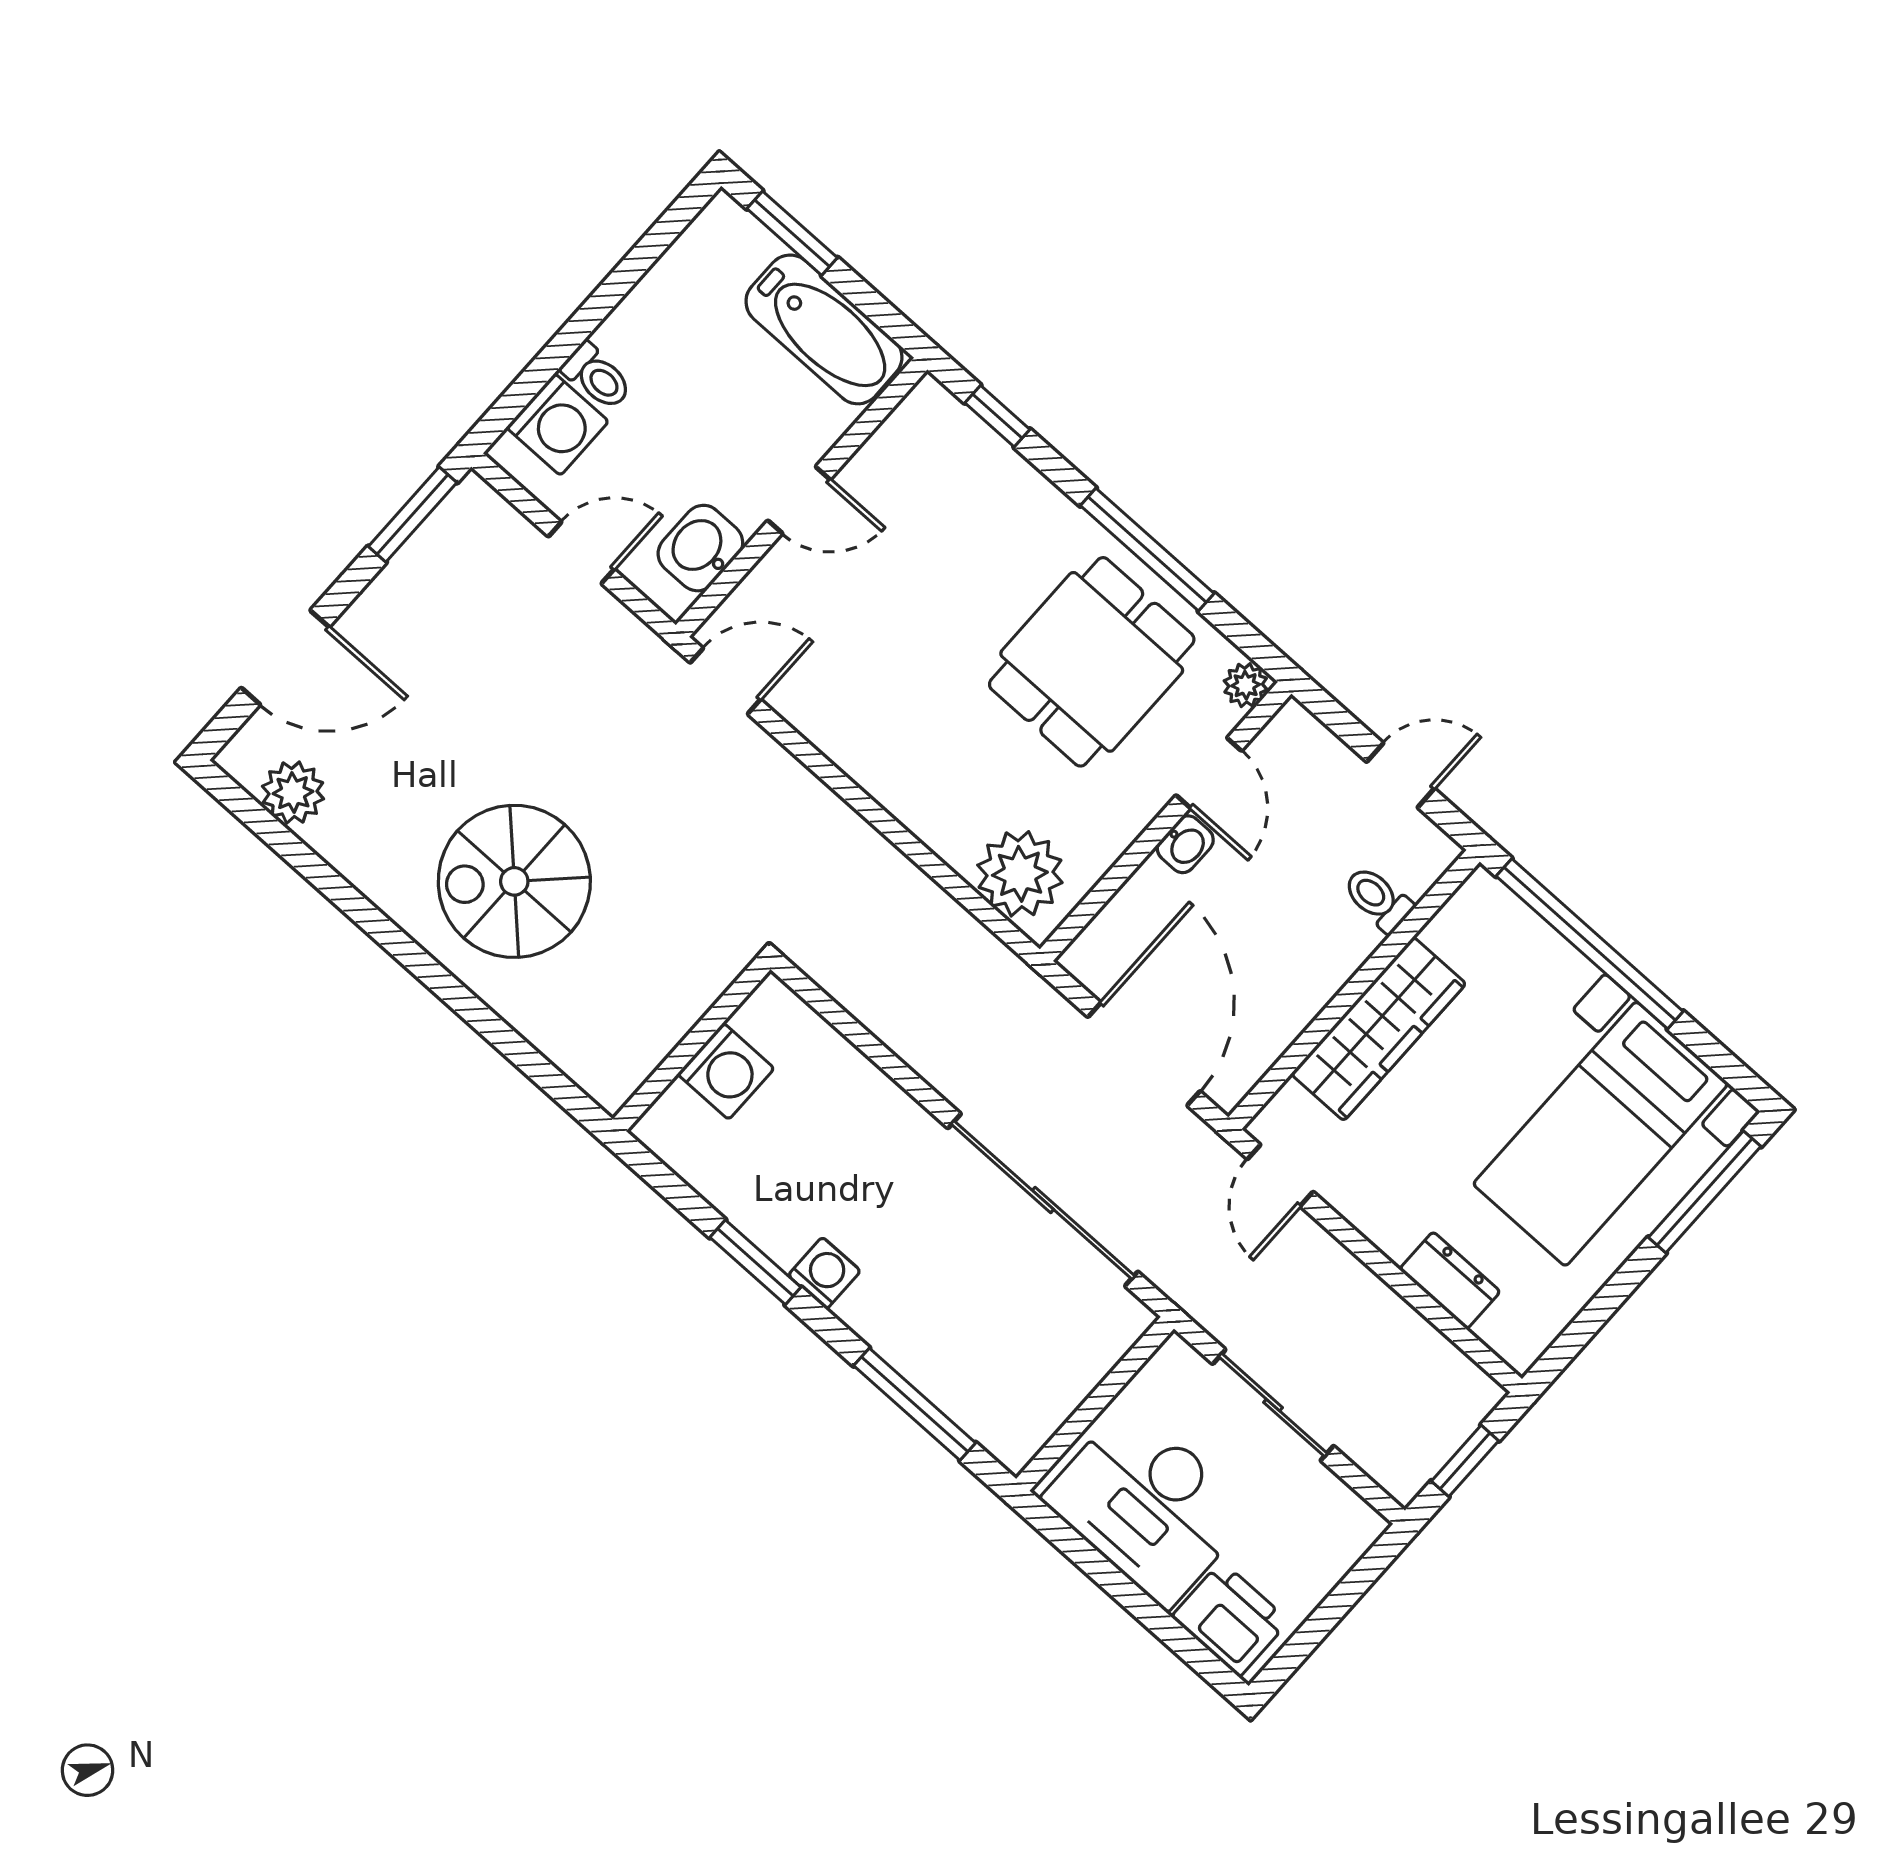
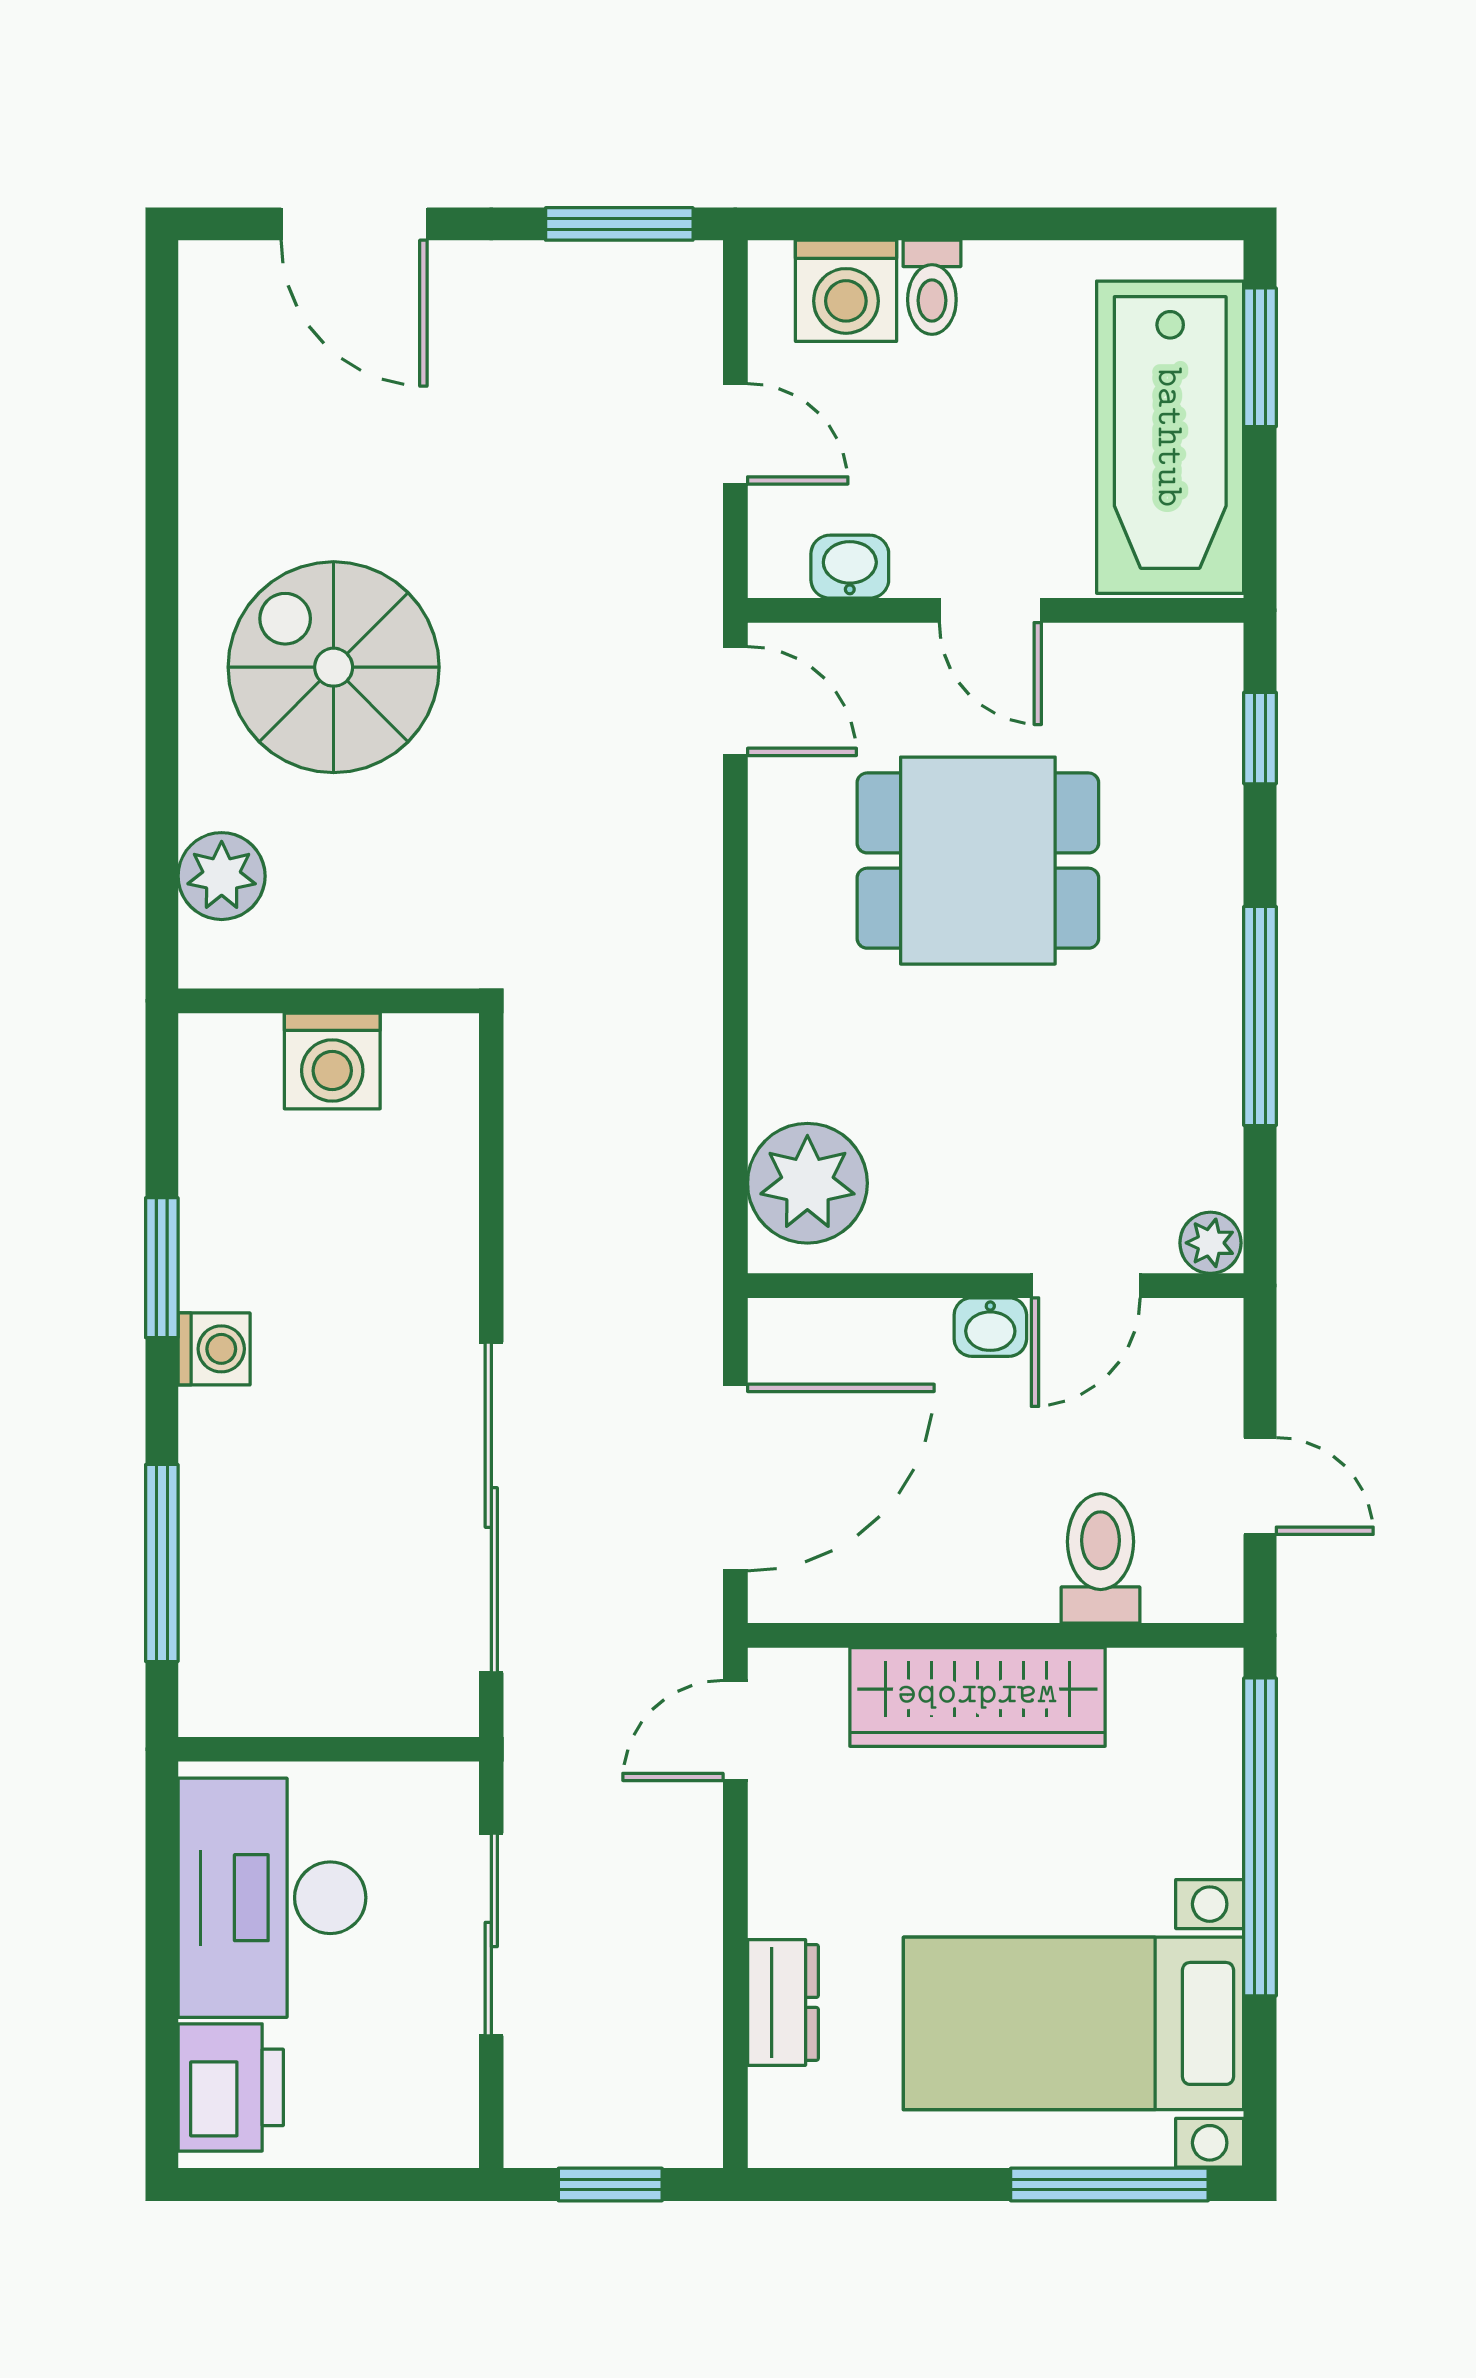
bathtub: (824, 329) -> (1170, 437), width x1.36, depth x1.36
washbasin: (700, 548) -> (850, 567), width x0.72, depth x0.69
dining table: (1092, 662) -> (978, 861), moved
plant: (293, 793) -> (222, 876), moved
toilet: (1378, 899) -> (1101, 1558), width x1.37, depth x1.39

